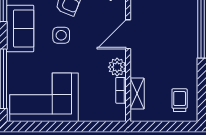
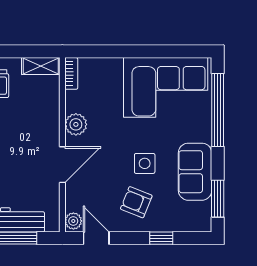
bookcase: (121, 90) -> (71, 73), moved
shelving: (137, 94) -> (41, 66), moved, turned 90

